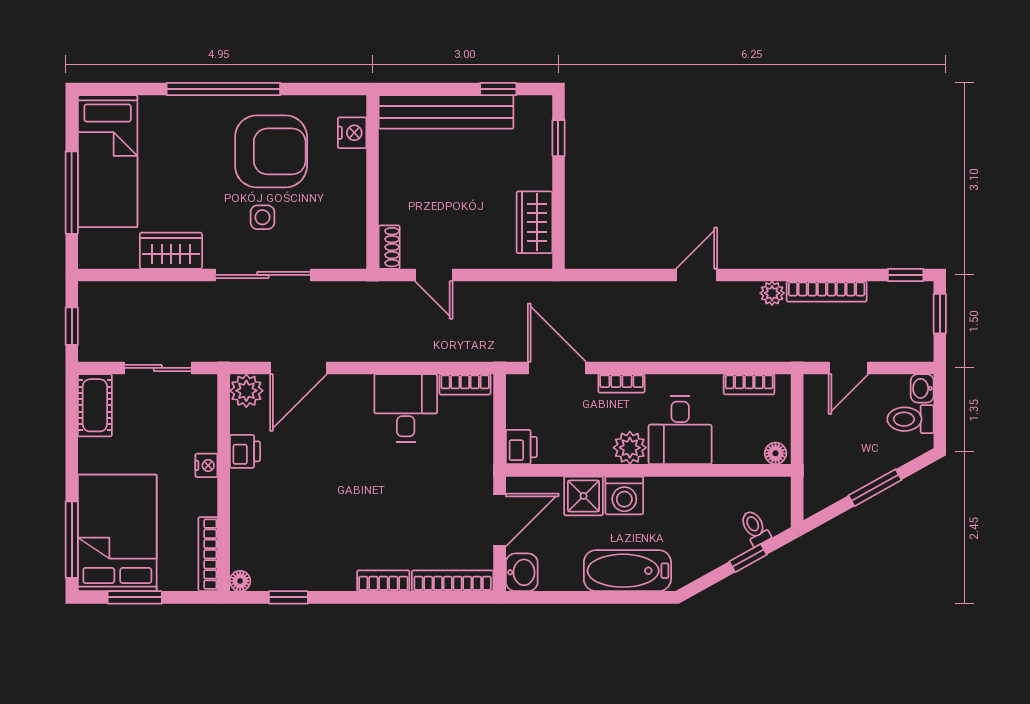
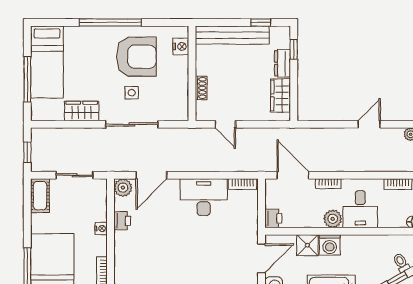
dresser: (538, 164) -> (282, 63), added
shoe rack: (389, 247) -> (201, 88), moved
desk: (406, 408) -> (204, 197), width x1.37

